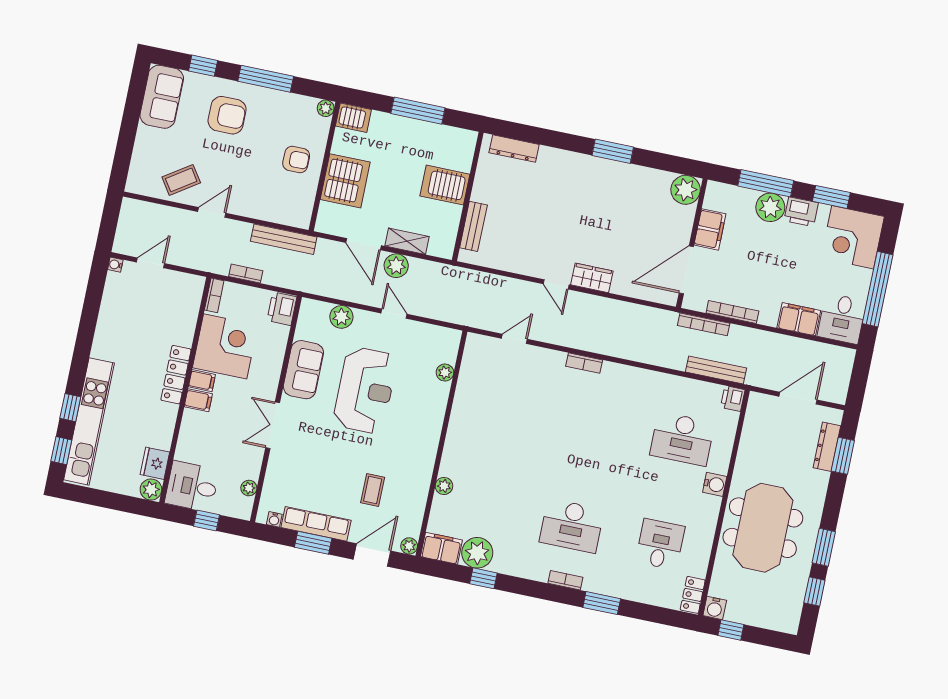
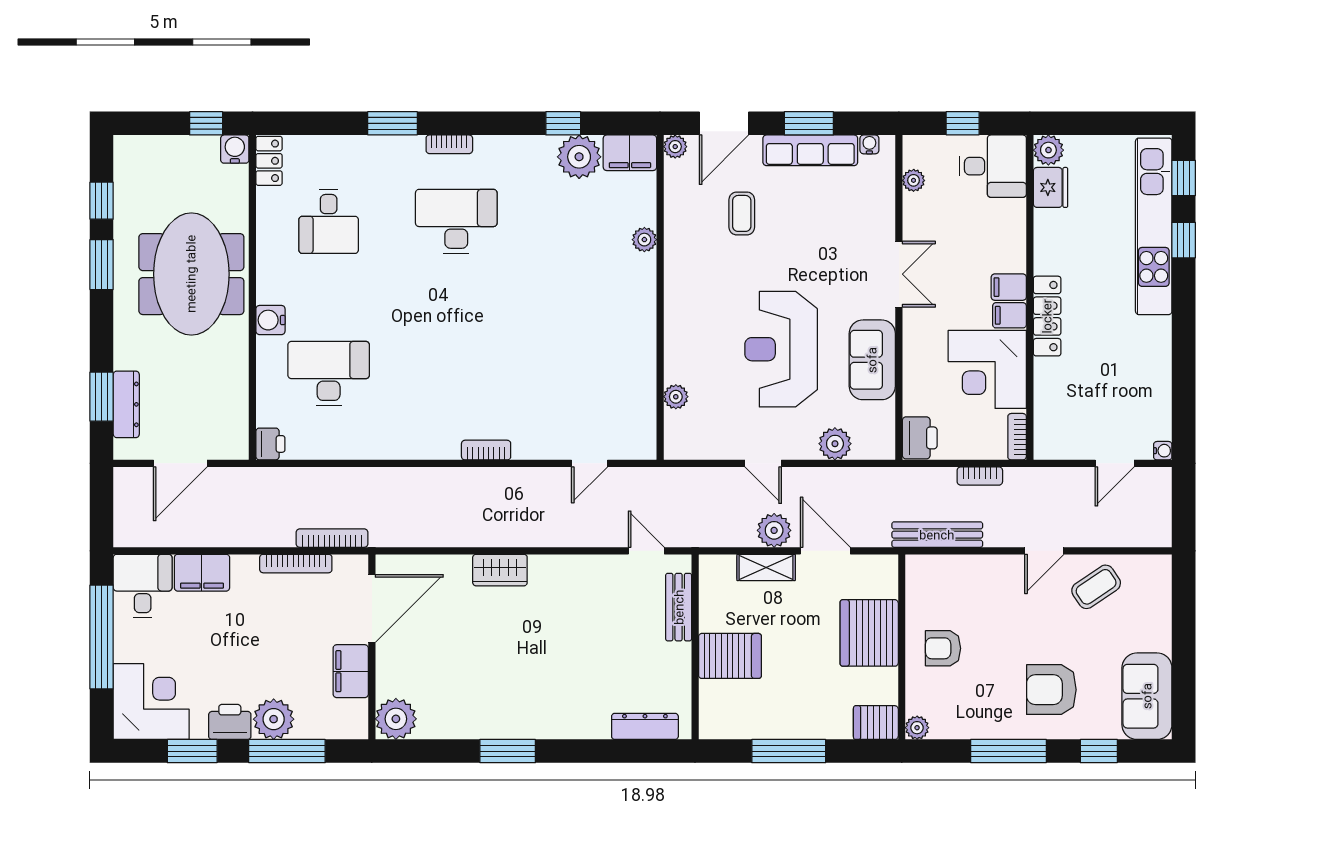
door: (556, 284) -> (646, 551), moved
bench: (716, 370) -> (302, 479), removed

